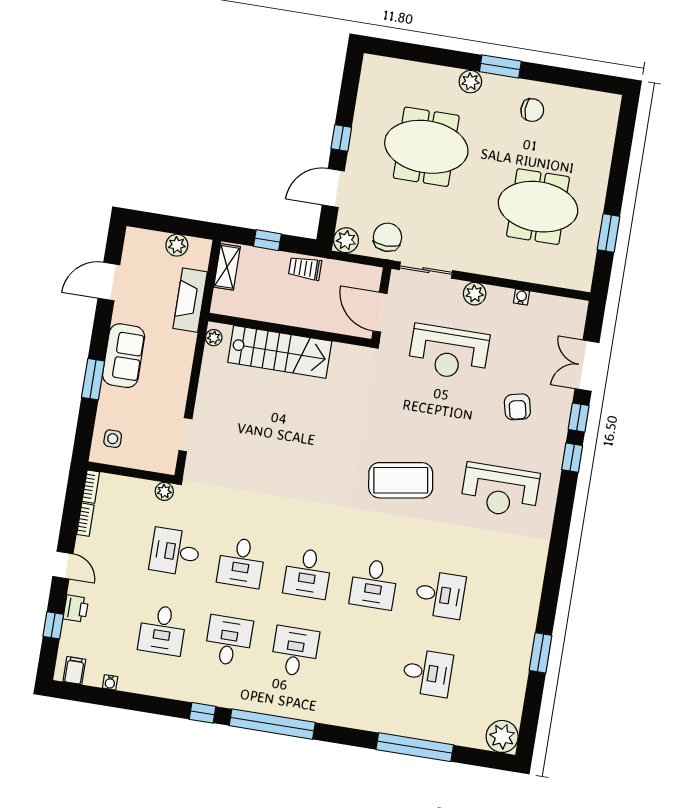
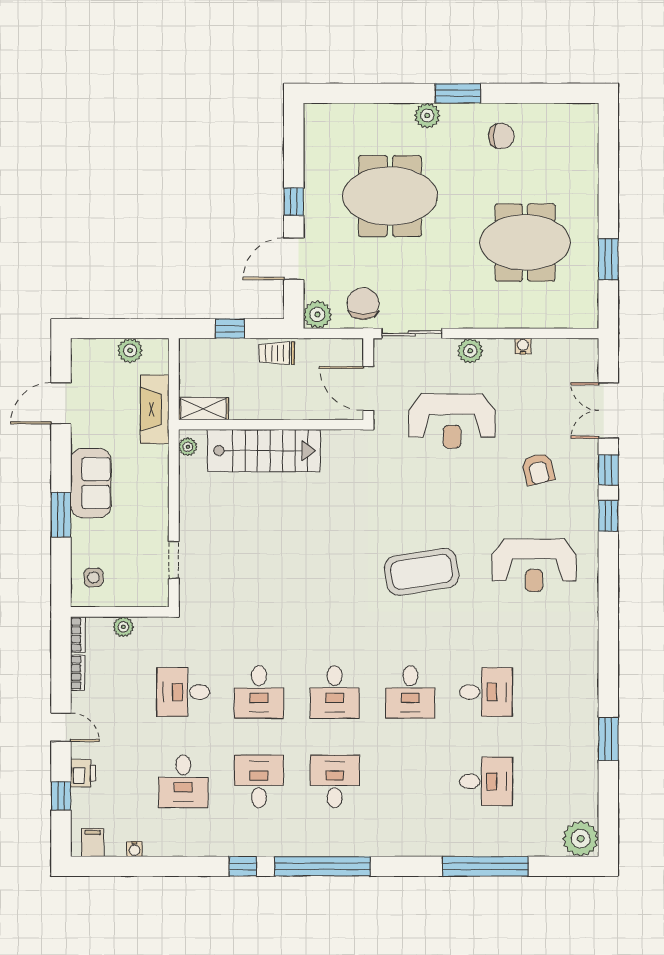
shelving: (227, 267) -> (203, 409), moved, turned 90
plant: (164, 491) -> (123, 627), moved

